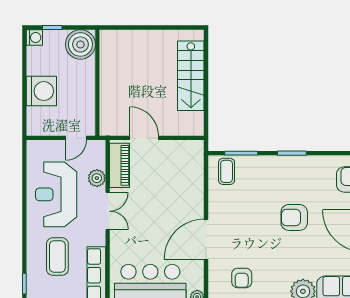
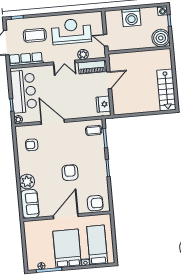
stairs: (191, 76) -> (166, 90), moved, turned -90
fridge: (184, 151) -> (103, 104), added

